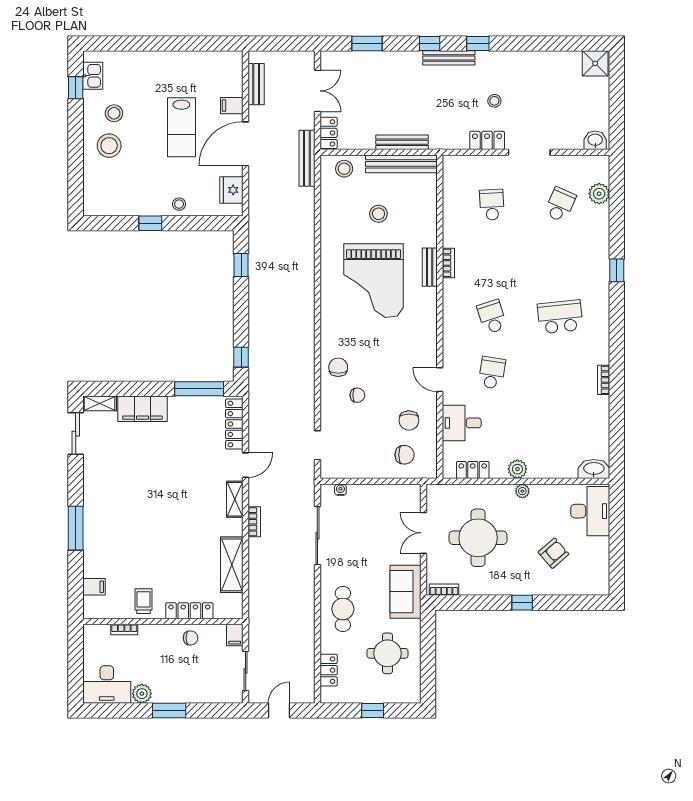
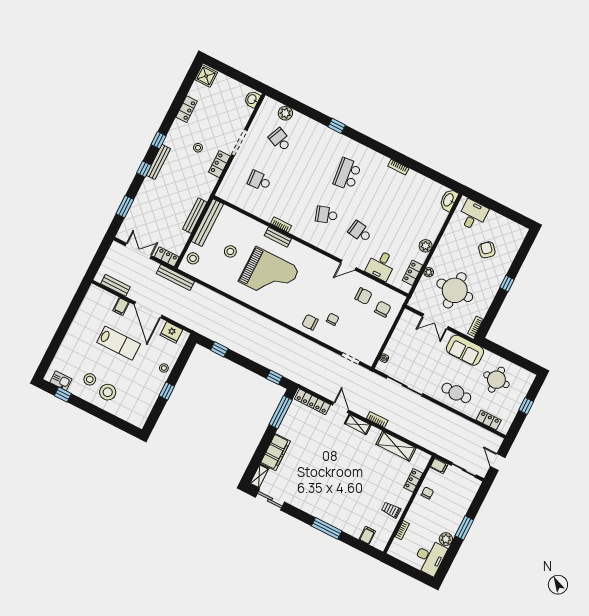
locker: (538, 60) -> (187, 109), added
plant: (522, 491) -> (429, 272), moved
desk: (590, 511) -> (473, 215), width x0.73
locker: (189, 611) -> (413, 480), width x0.66

